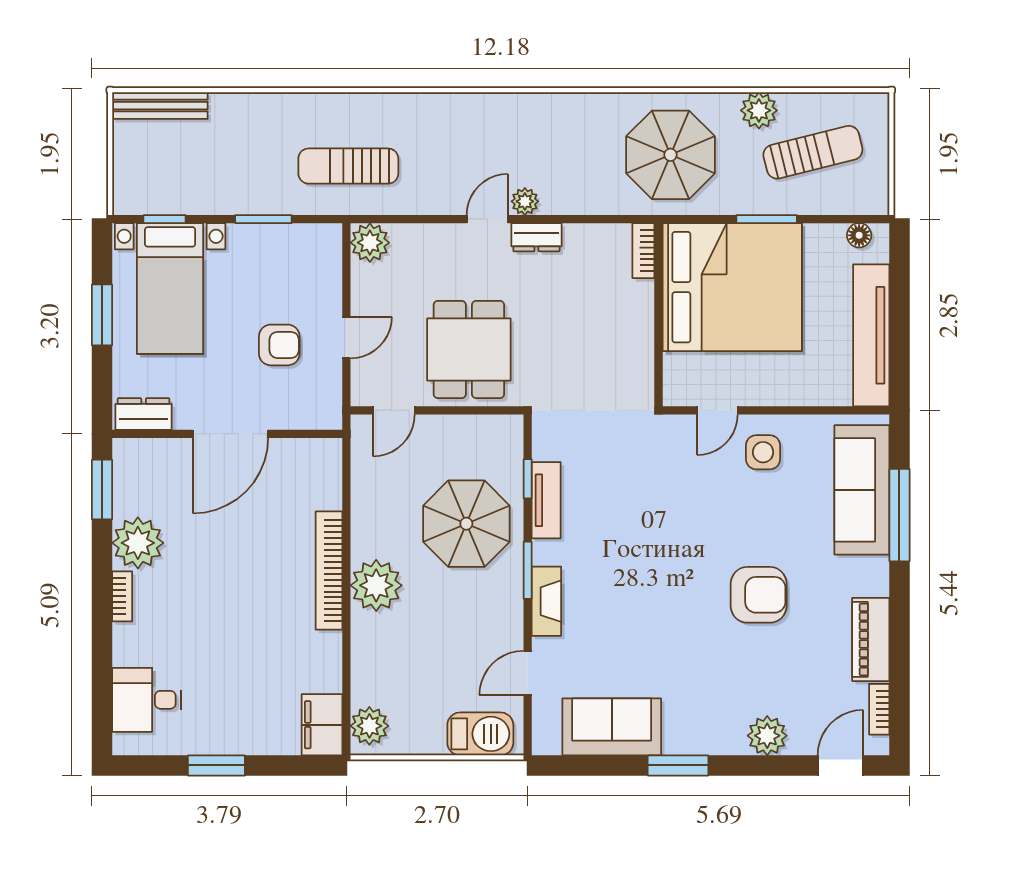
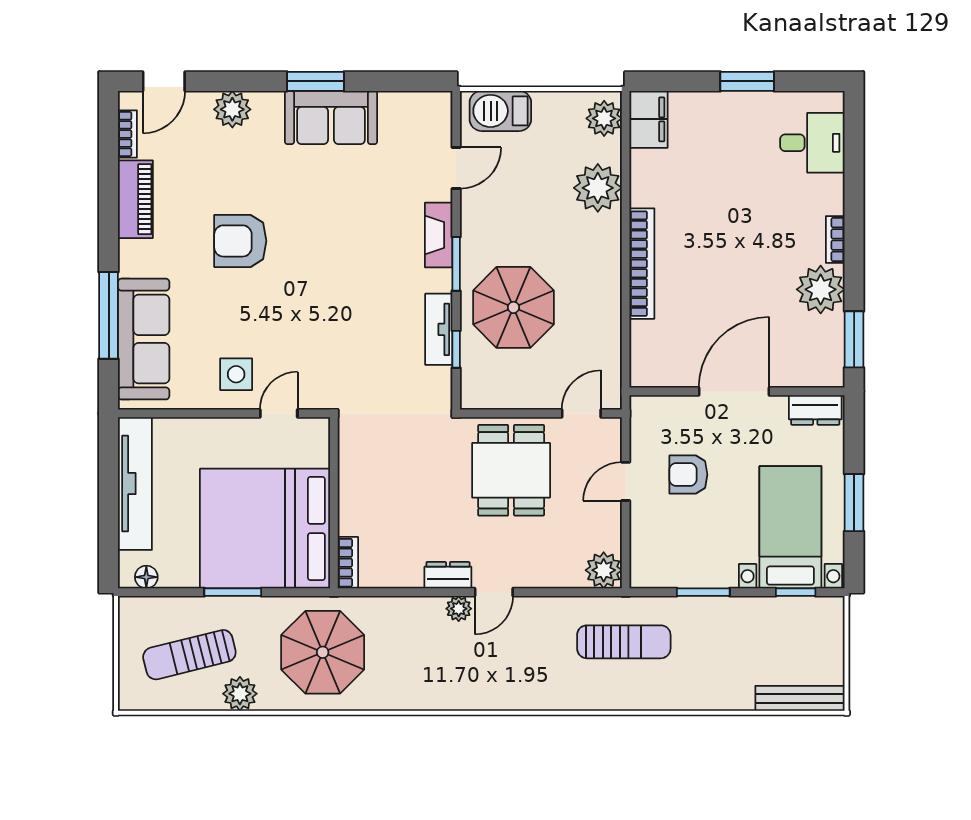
plant: (376, 585) -> (598, 188), moved
sofa: (612, 727) -> (331, 117), moved

